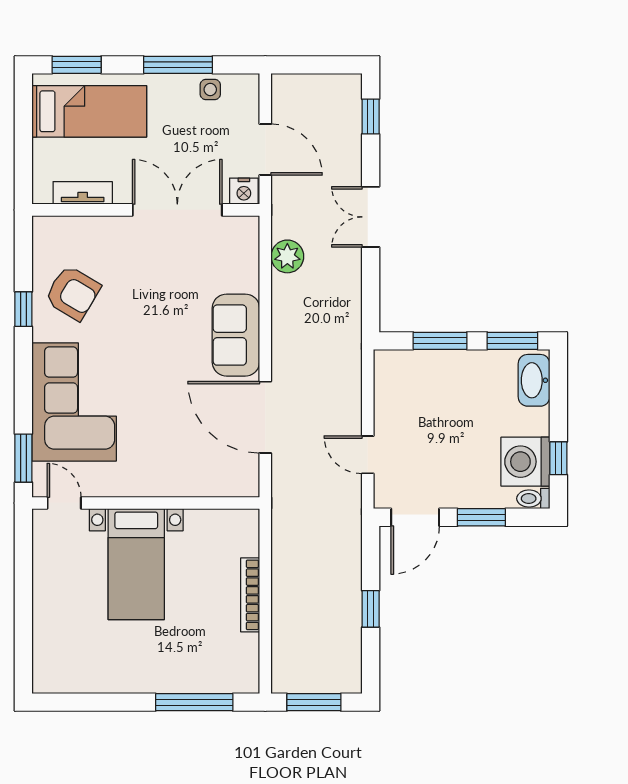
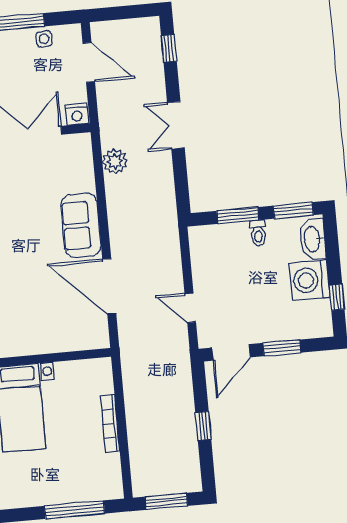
door: (265, 150) -> (89, 62), moved
washing machine: (525, 462) -> (310, 280), moved
toilet: (533, 499) -> (258, 233), moved, turned -90

